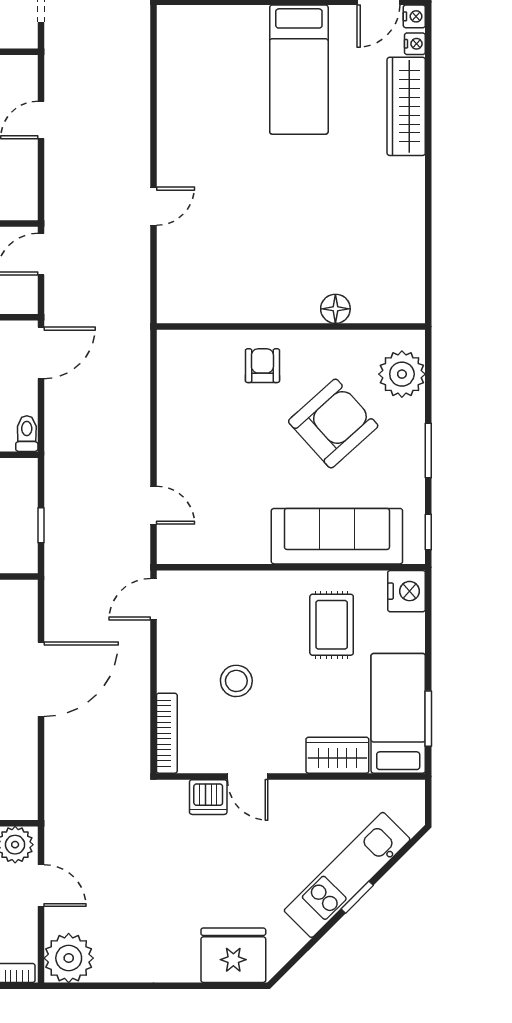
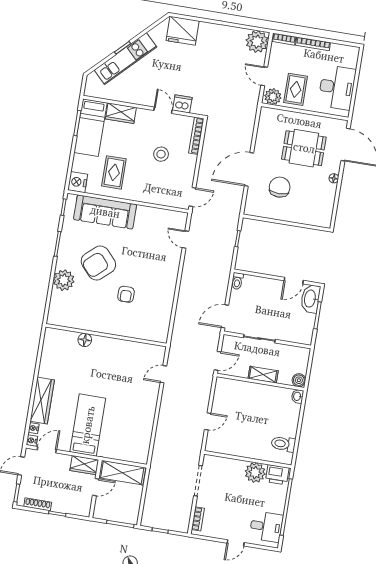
floor lamp: (335, 309) -> (85, 340), moved
wall: (291, 327) -> (106, 335), moved

